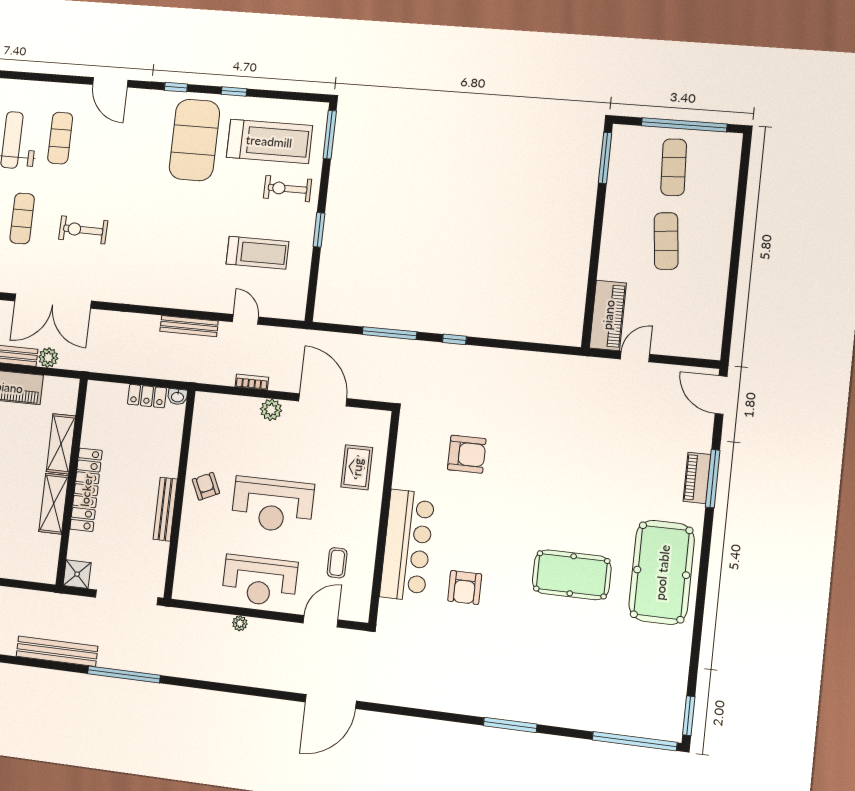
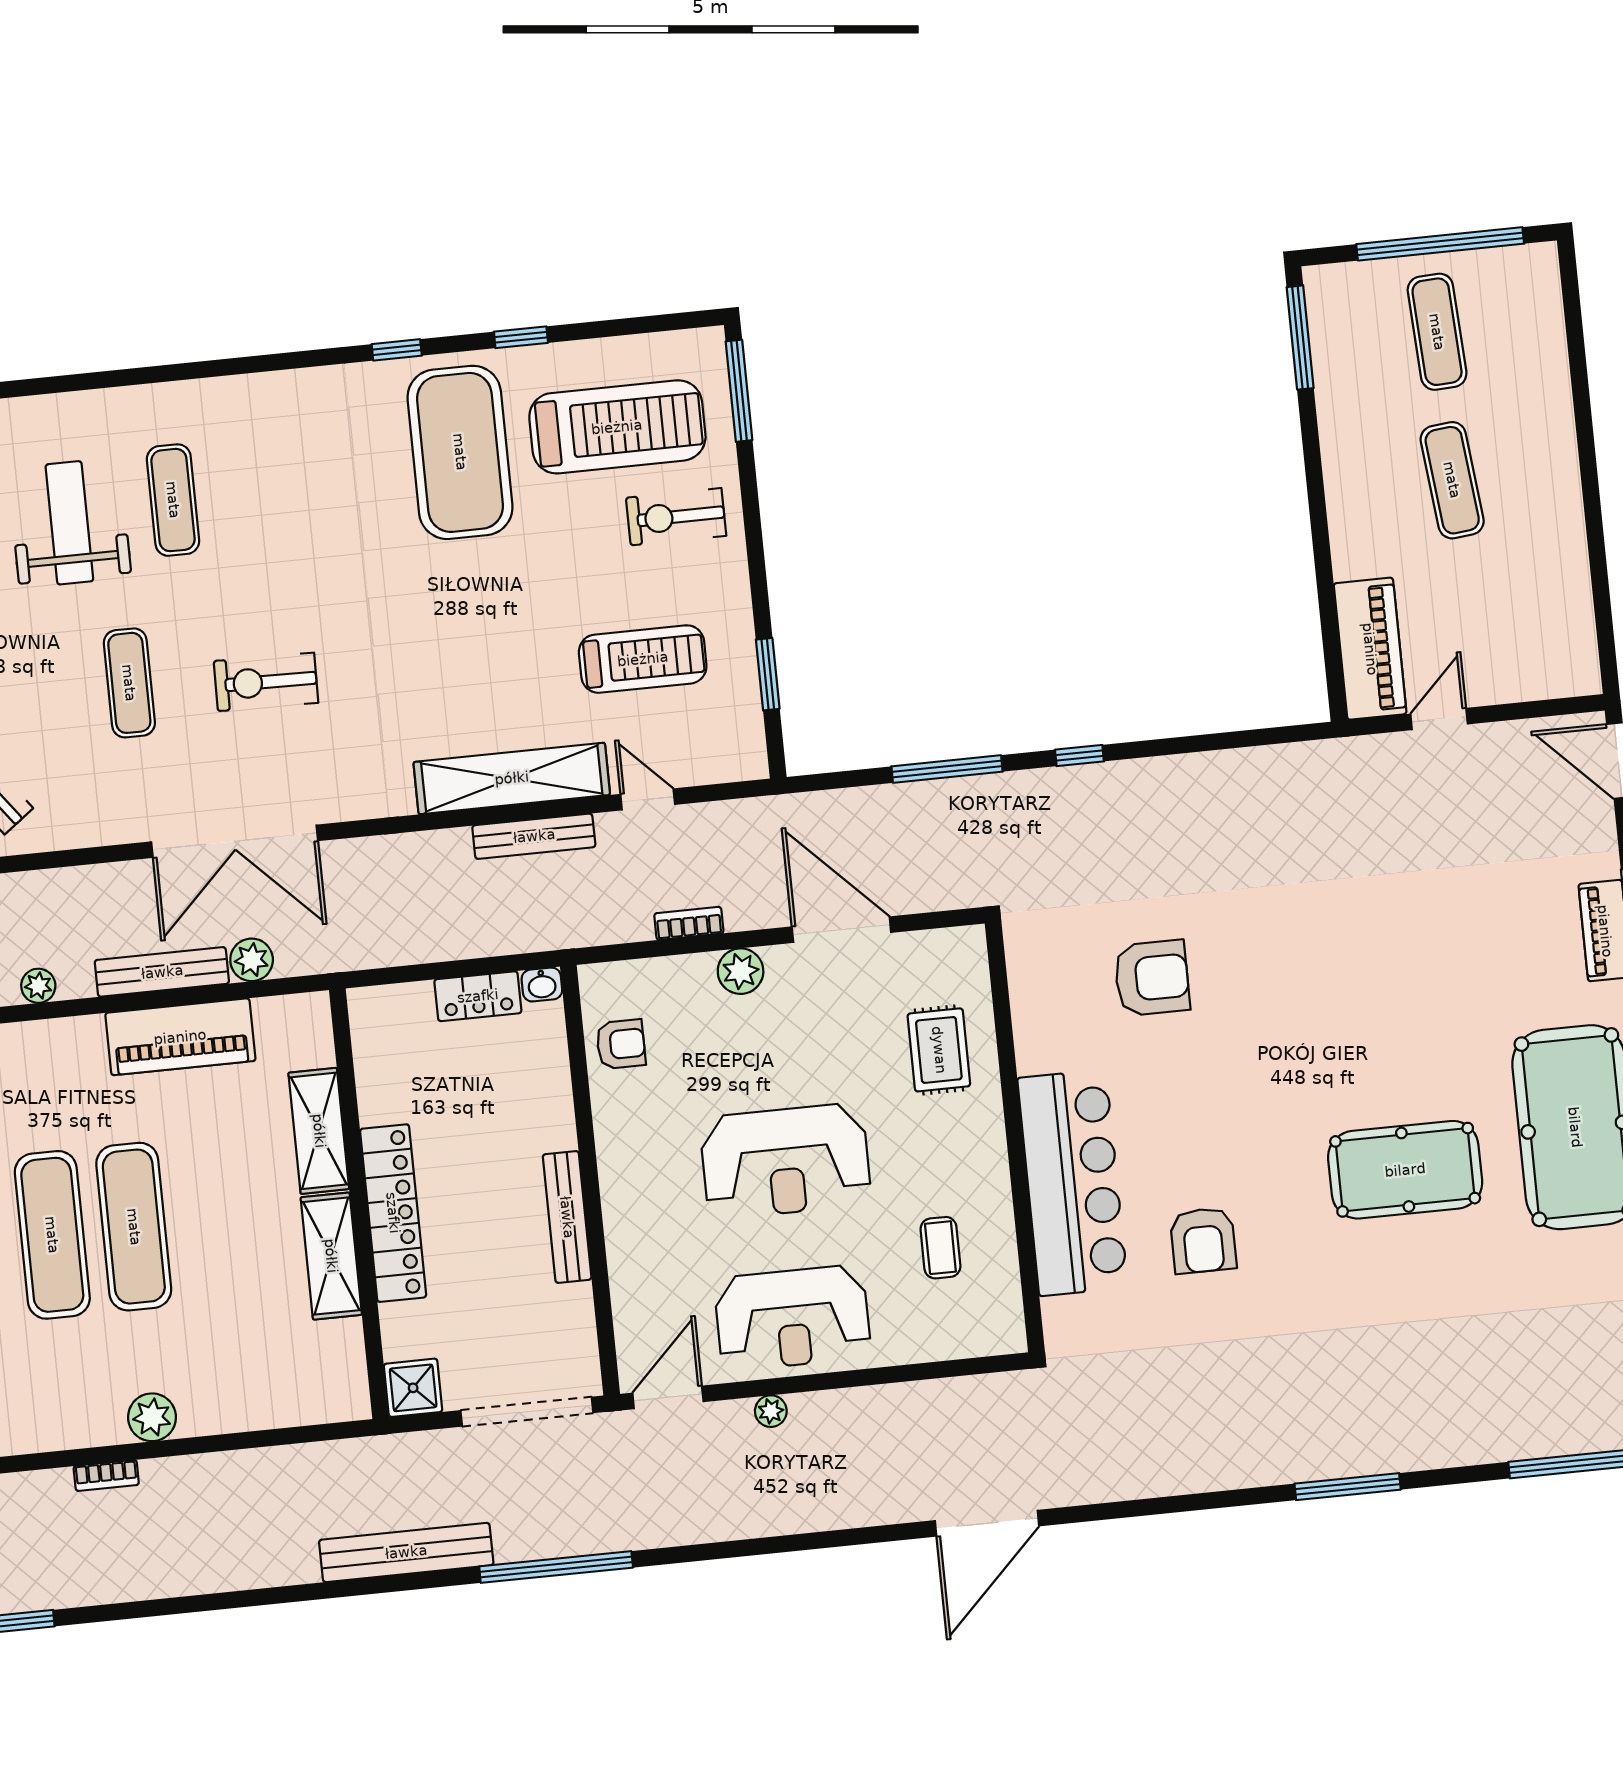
door: (110, 82) -> (254, 364), removed
window: (319, 230) -> (768, 674), moved
shelving: (185, 297) -> (512, 778), added
armchair: (206, 486) -> (621, 1044), moved, turned 115
door: (321, 621) -> (668, 1397), moved

